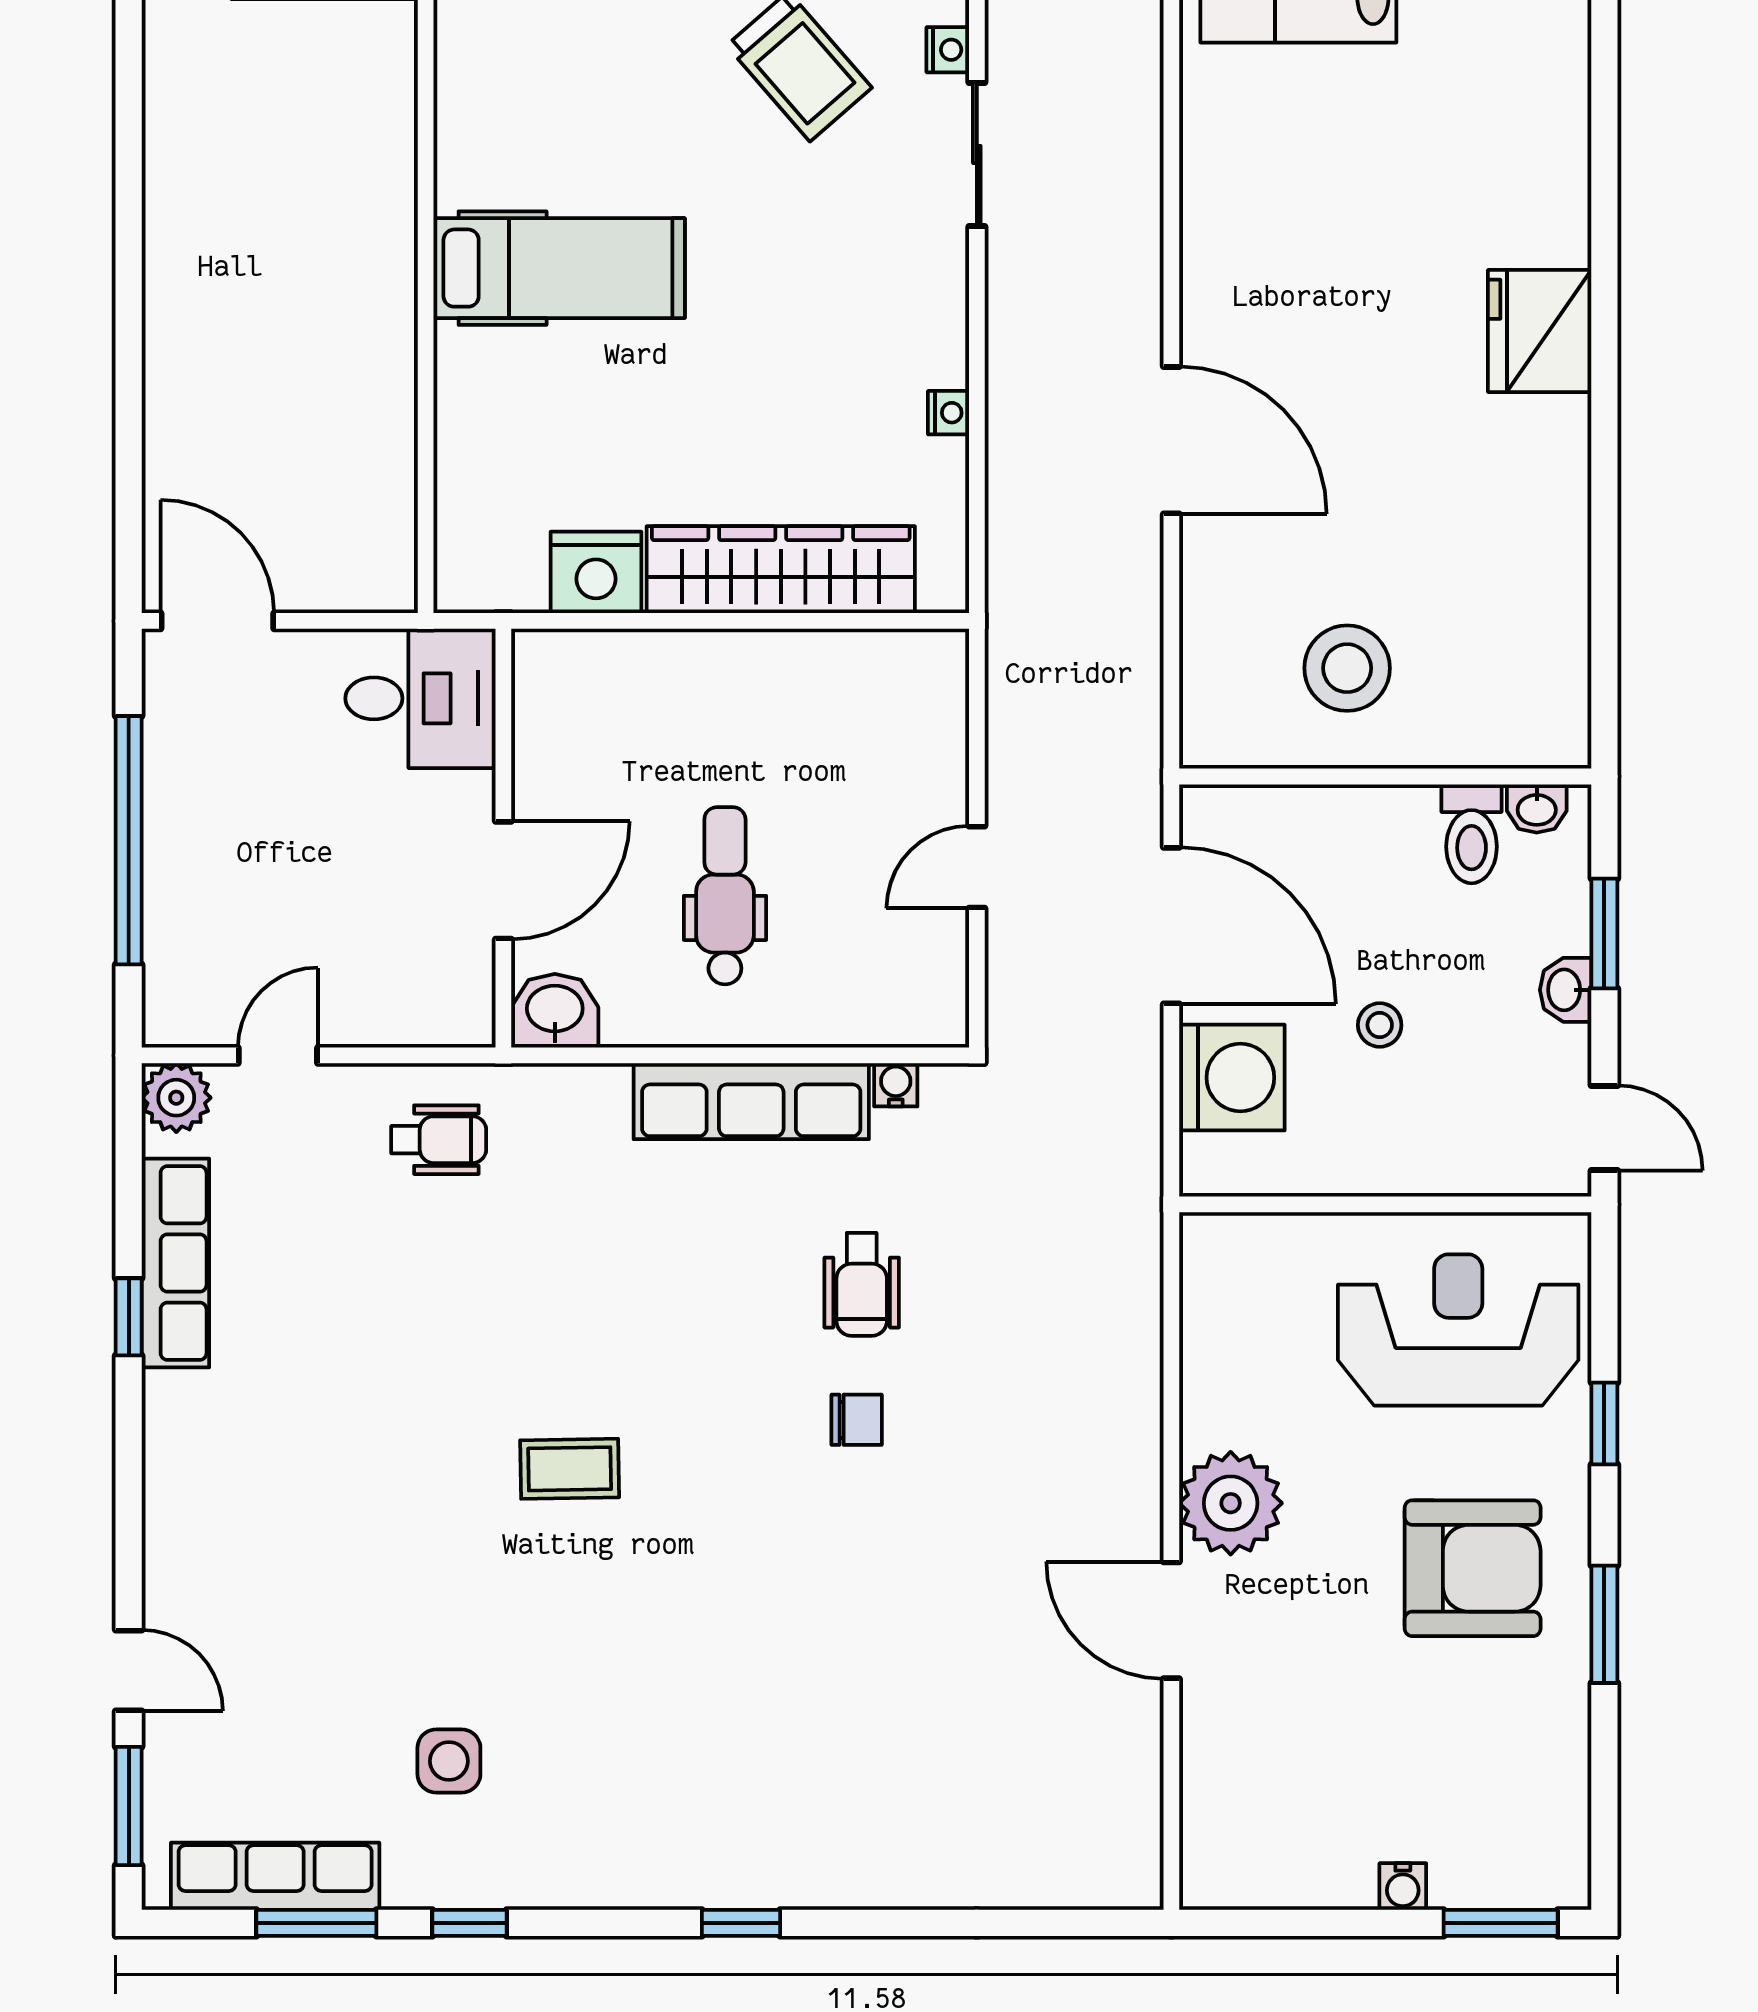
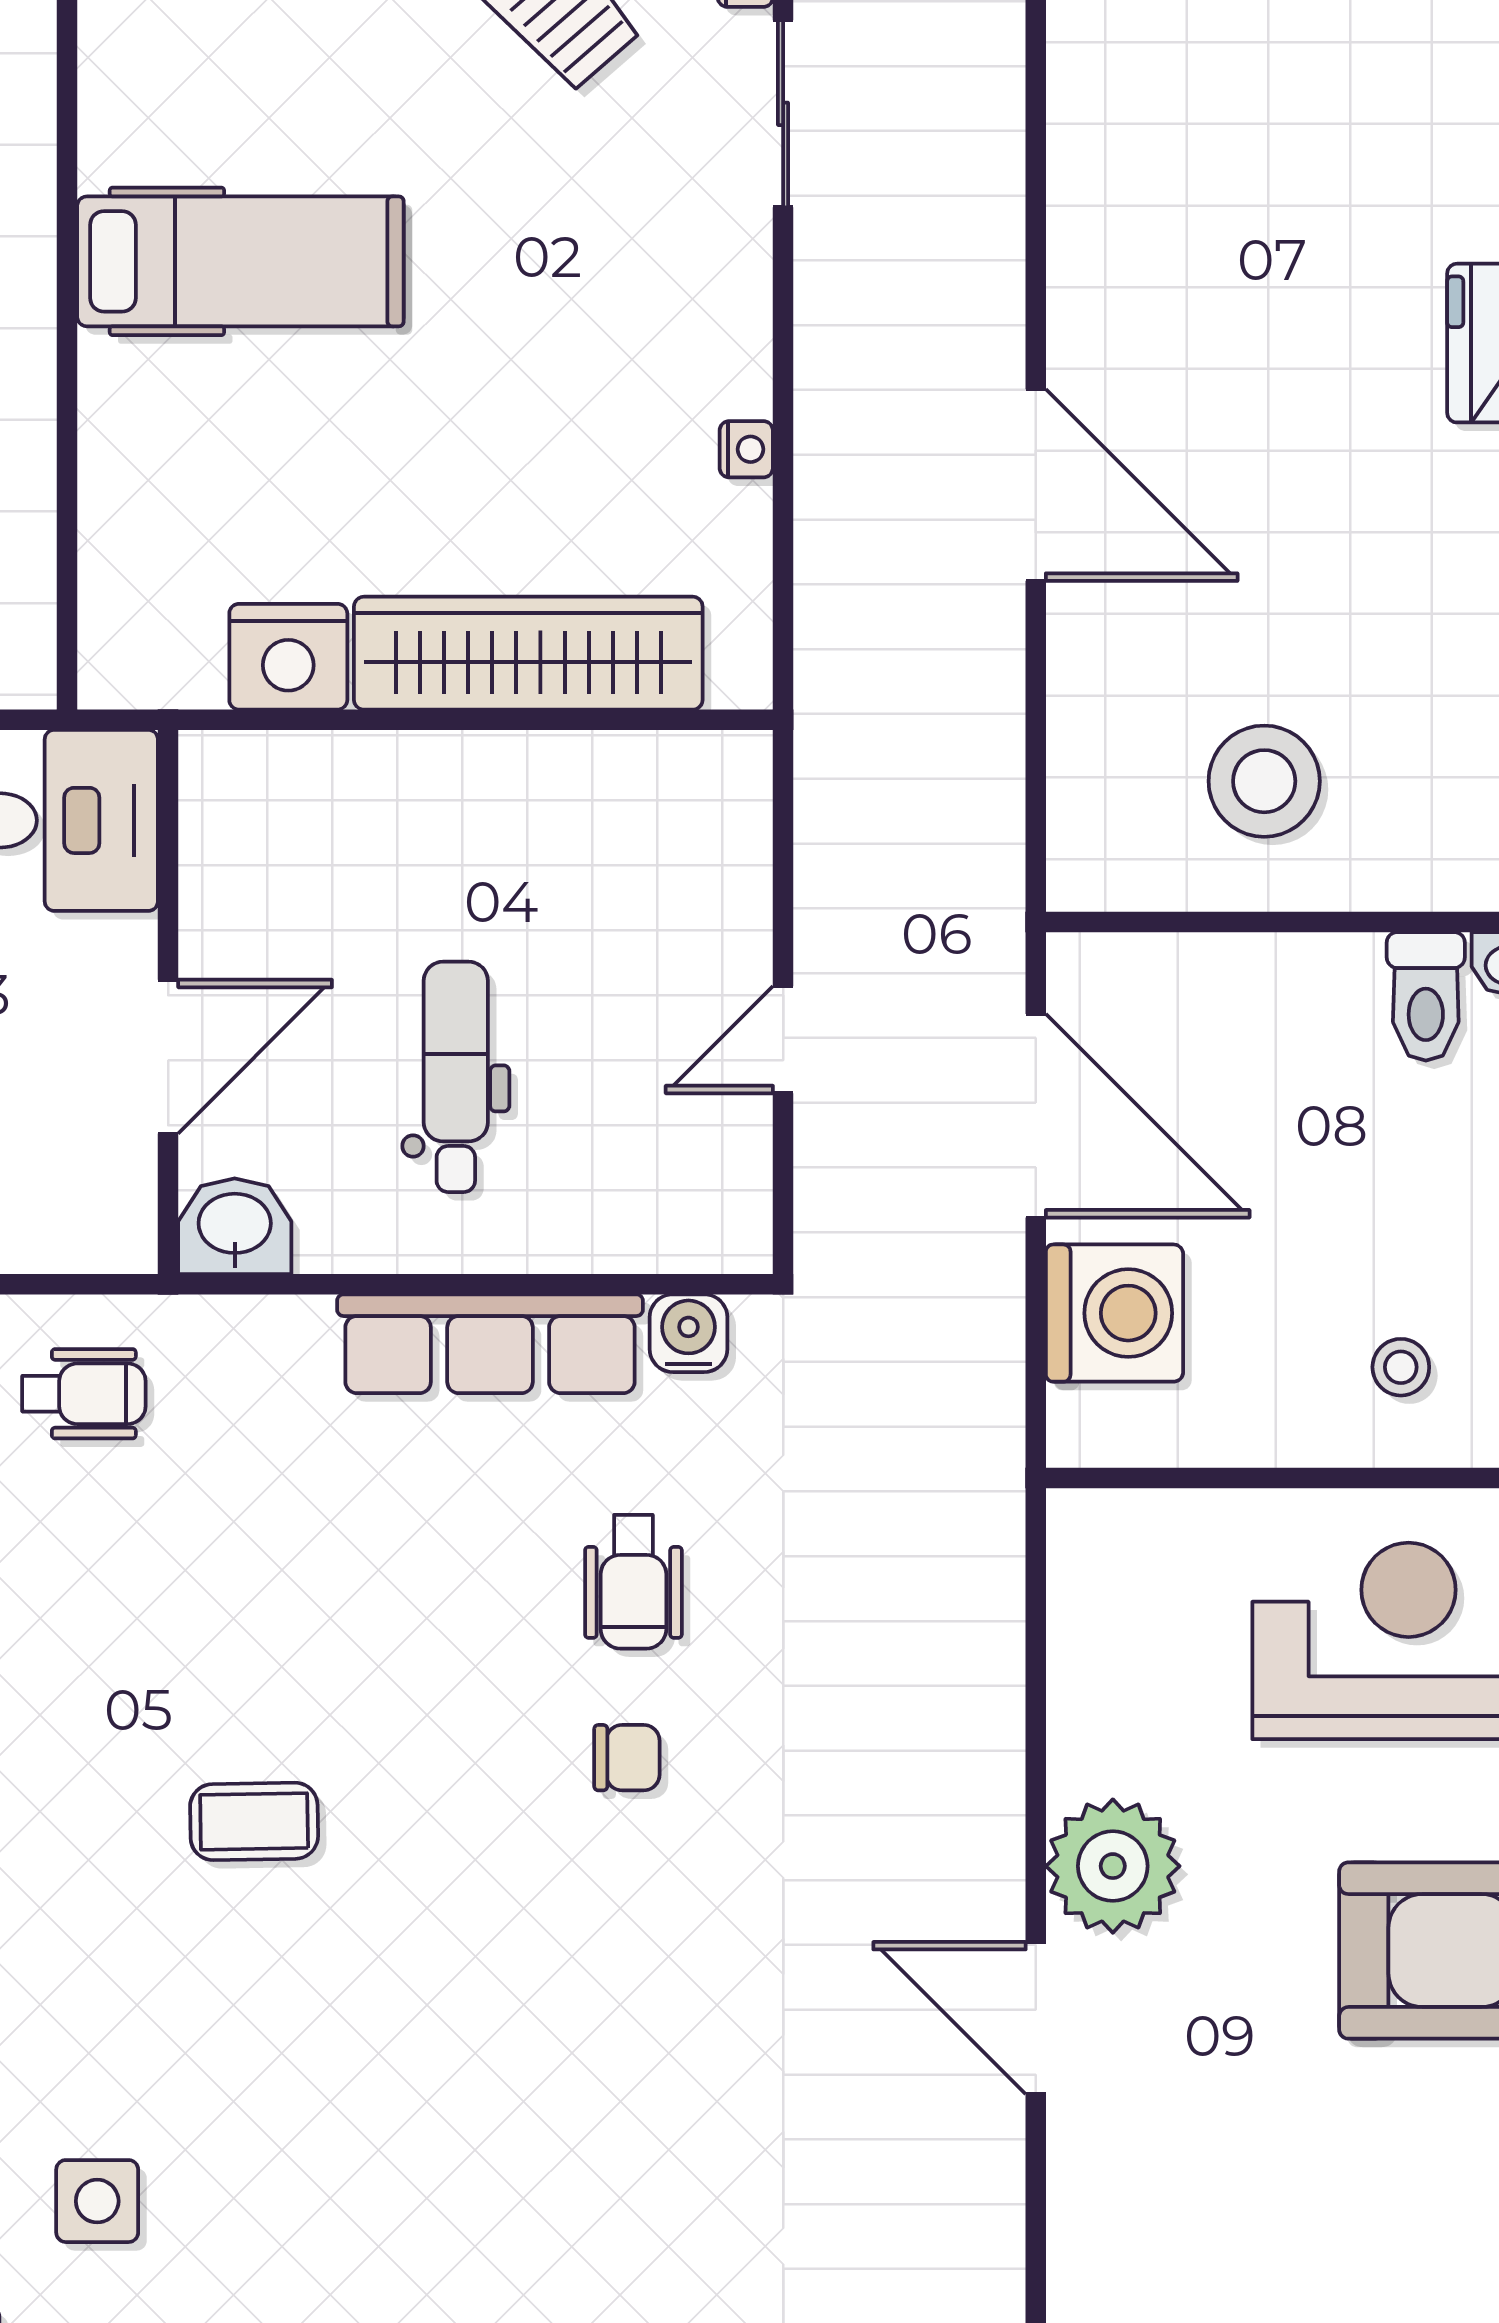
stool: (1380, 1025) -> (1401, 1367), moved
water cooler: (896, 1085) -> (688, 1333), width x1.38, depth x1.38

